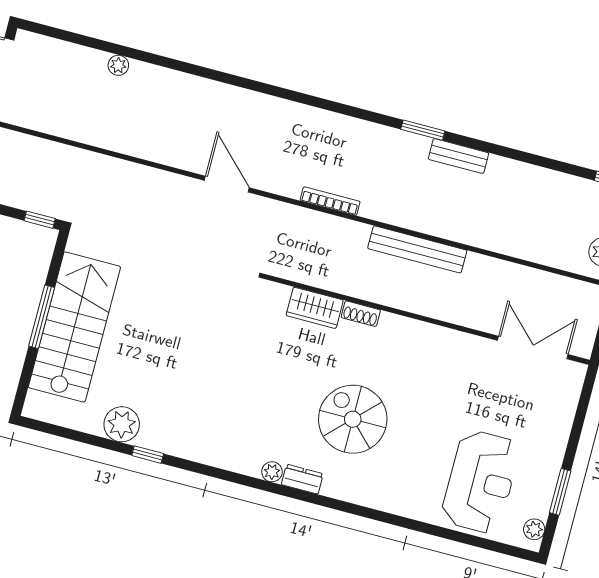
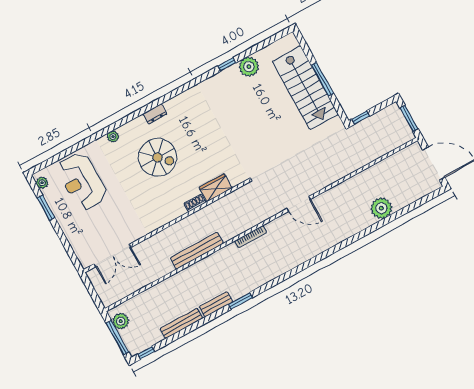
plant: (118, 65) -> (381, 208), width x1.88, depth x1.88
bench: (527, 174) -> (181, 323), added
plant: (272, 472) -> (113, 137), moved

